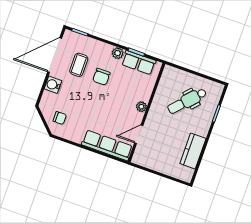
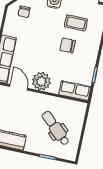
plant: (118, 53) -> (92, 58), removed
row of seats: (139, 63) -> (75, 91), moved, turned 90
plant: (141, 107) -> (41, 81), width x1.88, depth x1.88

